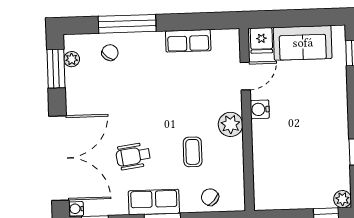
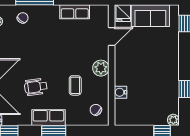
water cooler: (260, 109) -> (121, 92), moved
chair: (210, 197) -> (96, 110), moved

